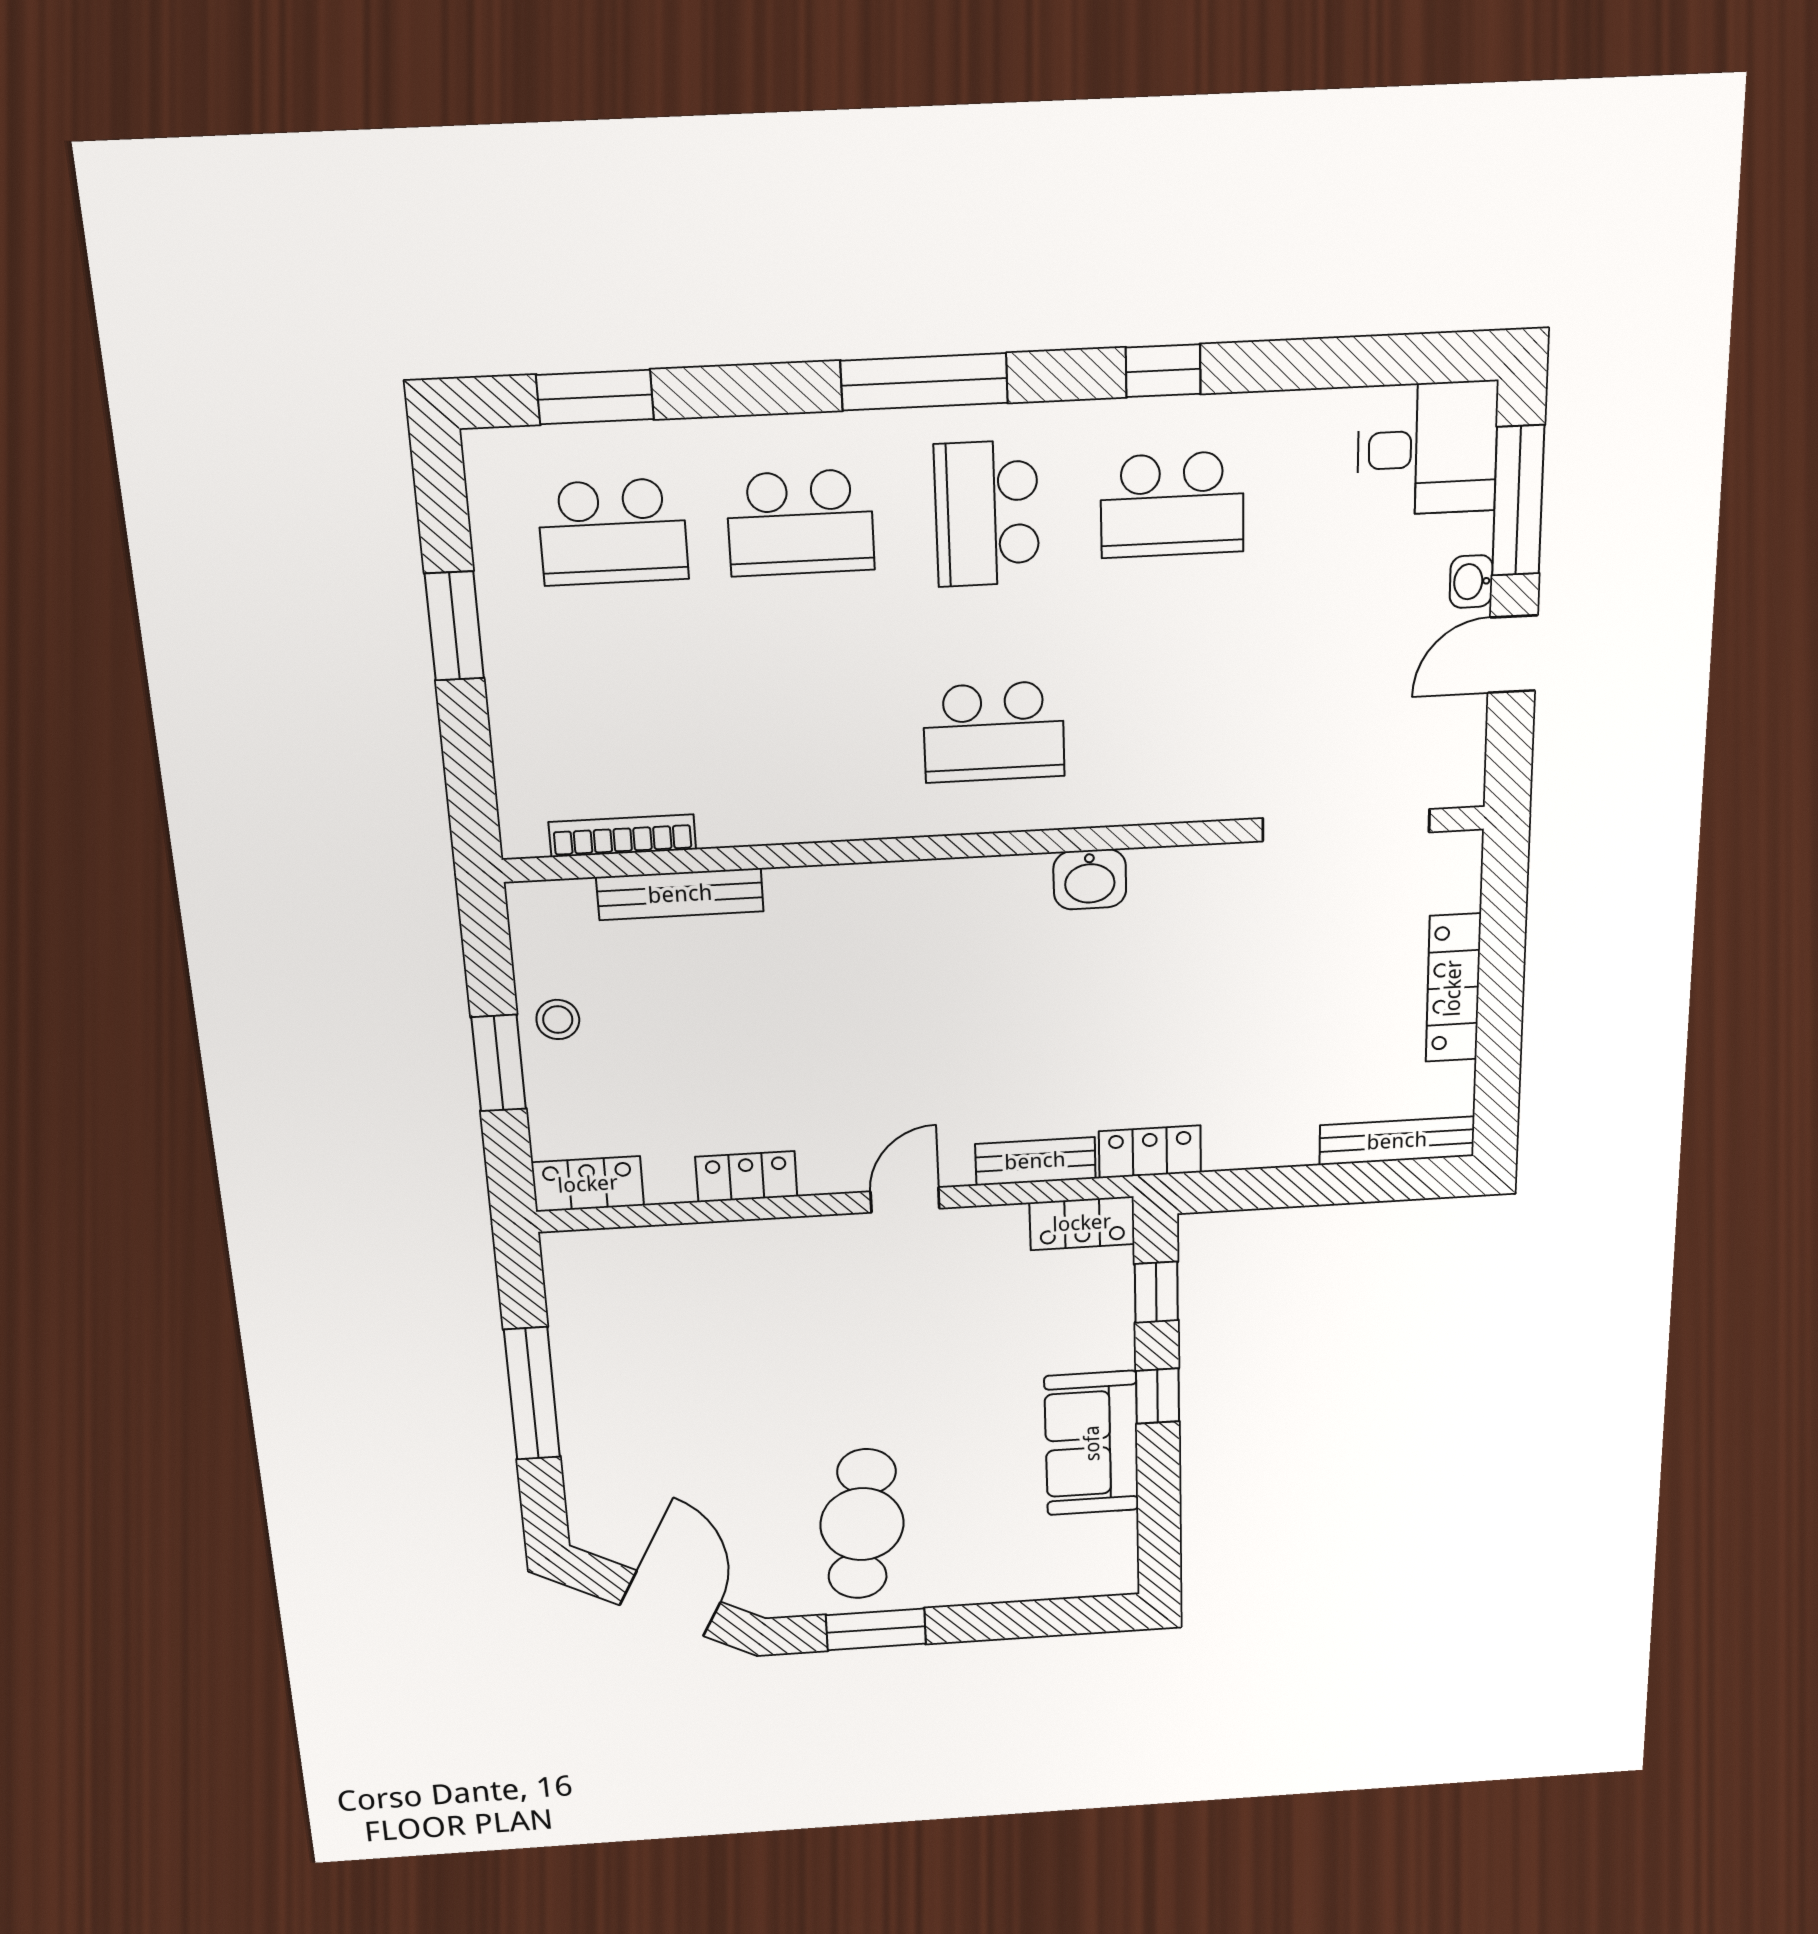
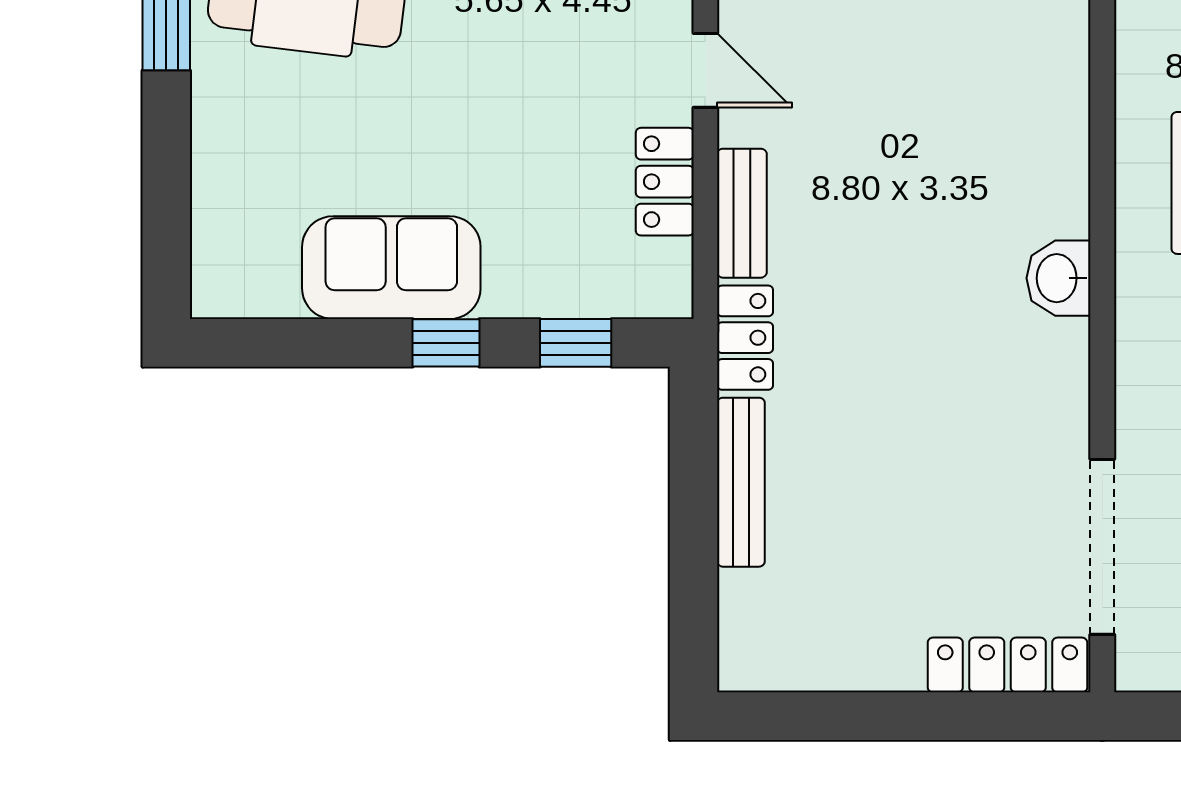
locker: (1453, 988) -> (1007, 665), moved
bench: (1397, 1141) -> (741, 482), moved
locker: (1082, 1223) -> (665, 182), moved

